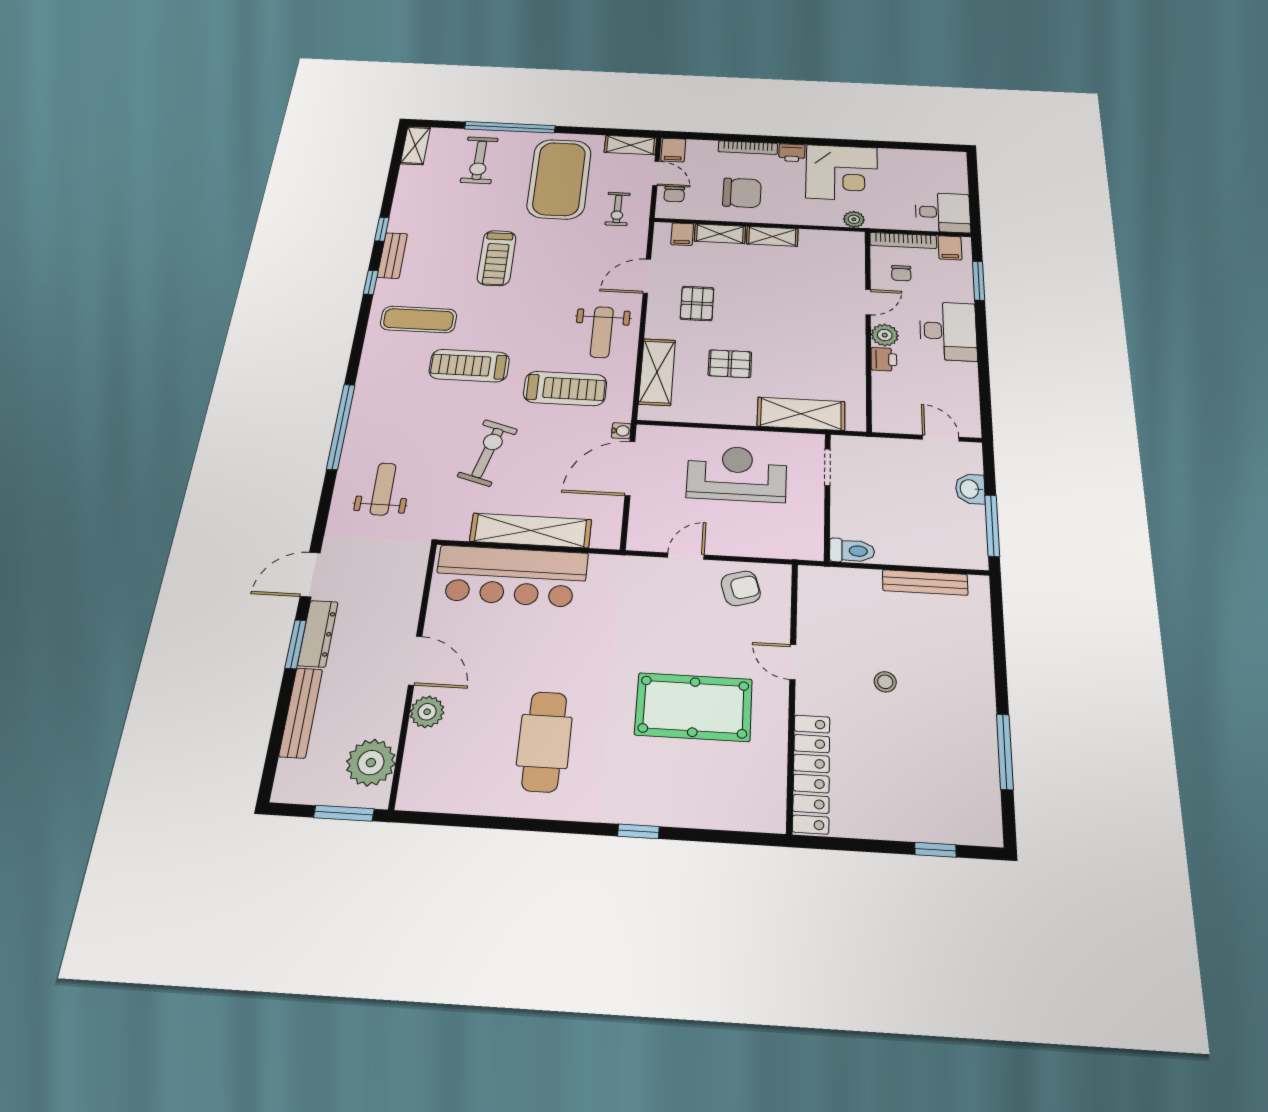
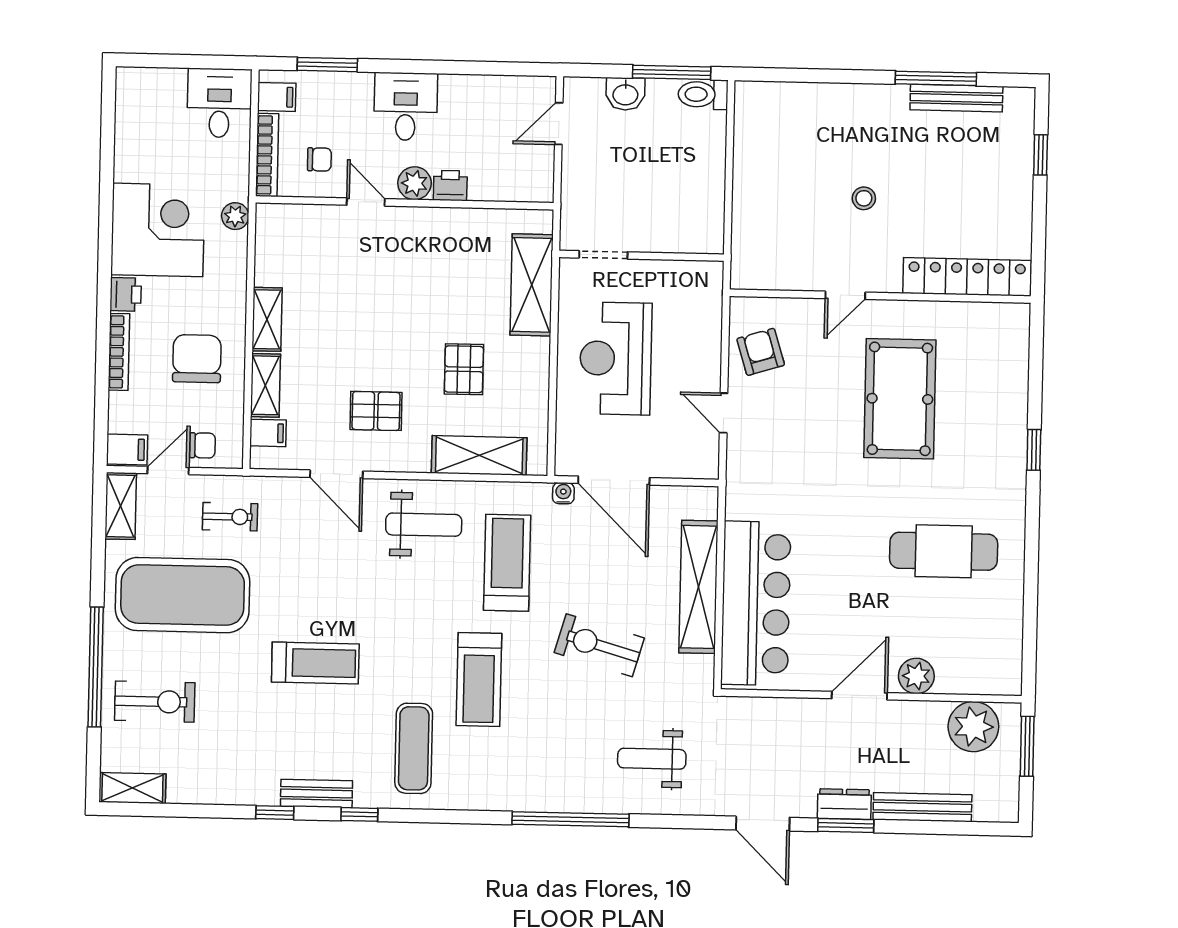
desk: (948, 331) -> (406, 106), width x0.73
toilet: (852, 551) -> (703, 94), moved, turned -90
bench: (925, 583) -> (956, 98), moved, turned 90
dresser: (318, 634) -> (844, 804), width x0.70

